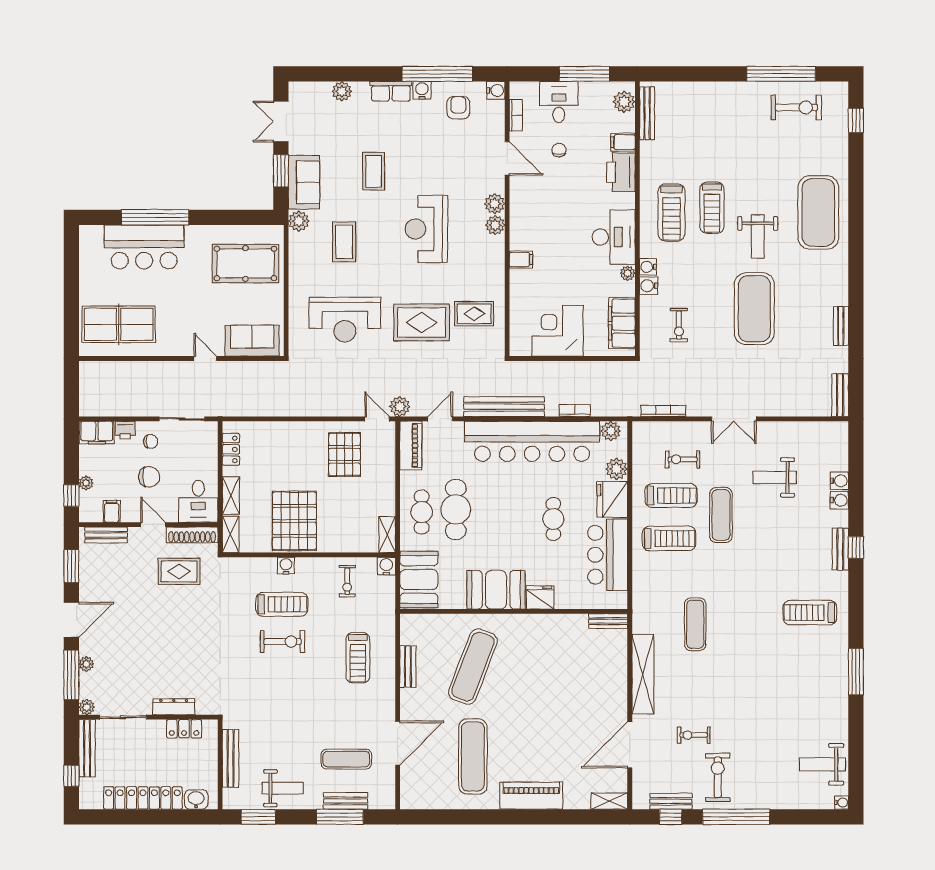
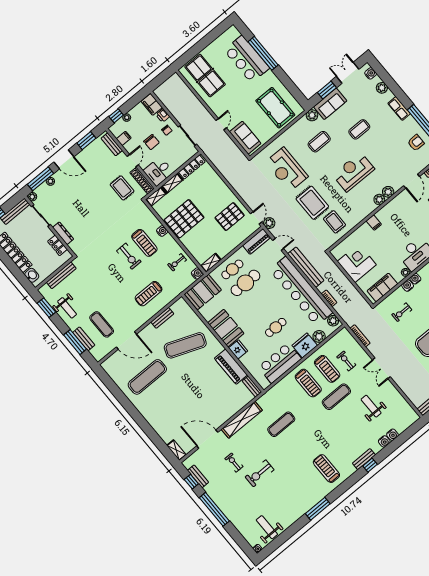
water cooler: (422, 90) -> (371, 73), moved
locker: (231, 449) -> (192, 167), width x1.53
exercise bike: (718, 777) -> (260, 473), moved, turned 180
piano: (531, 796) -> (231, 367), moved, turned 180

